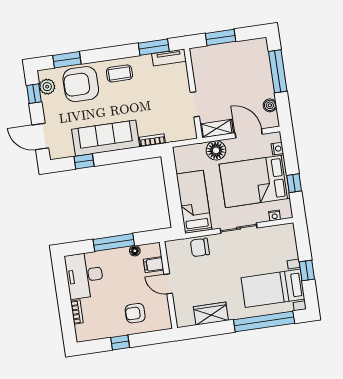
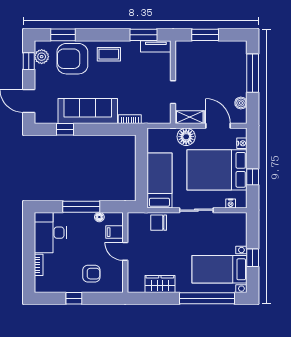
armchair: (135, 313) -> (91, 274), turned 180

